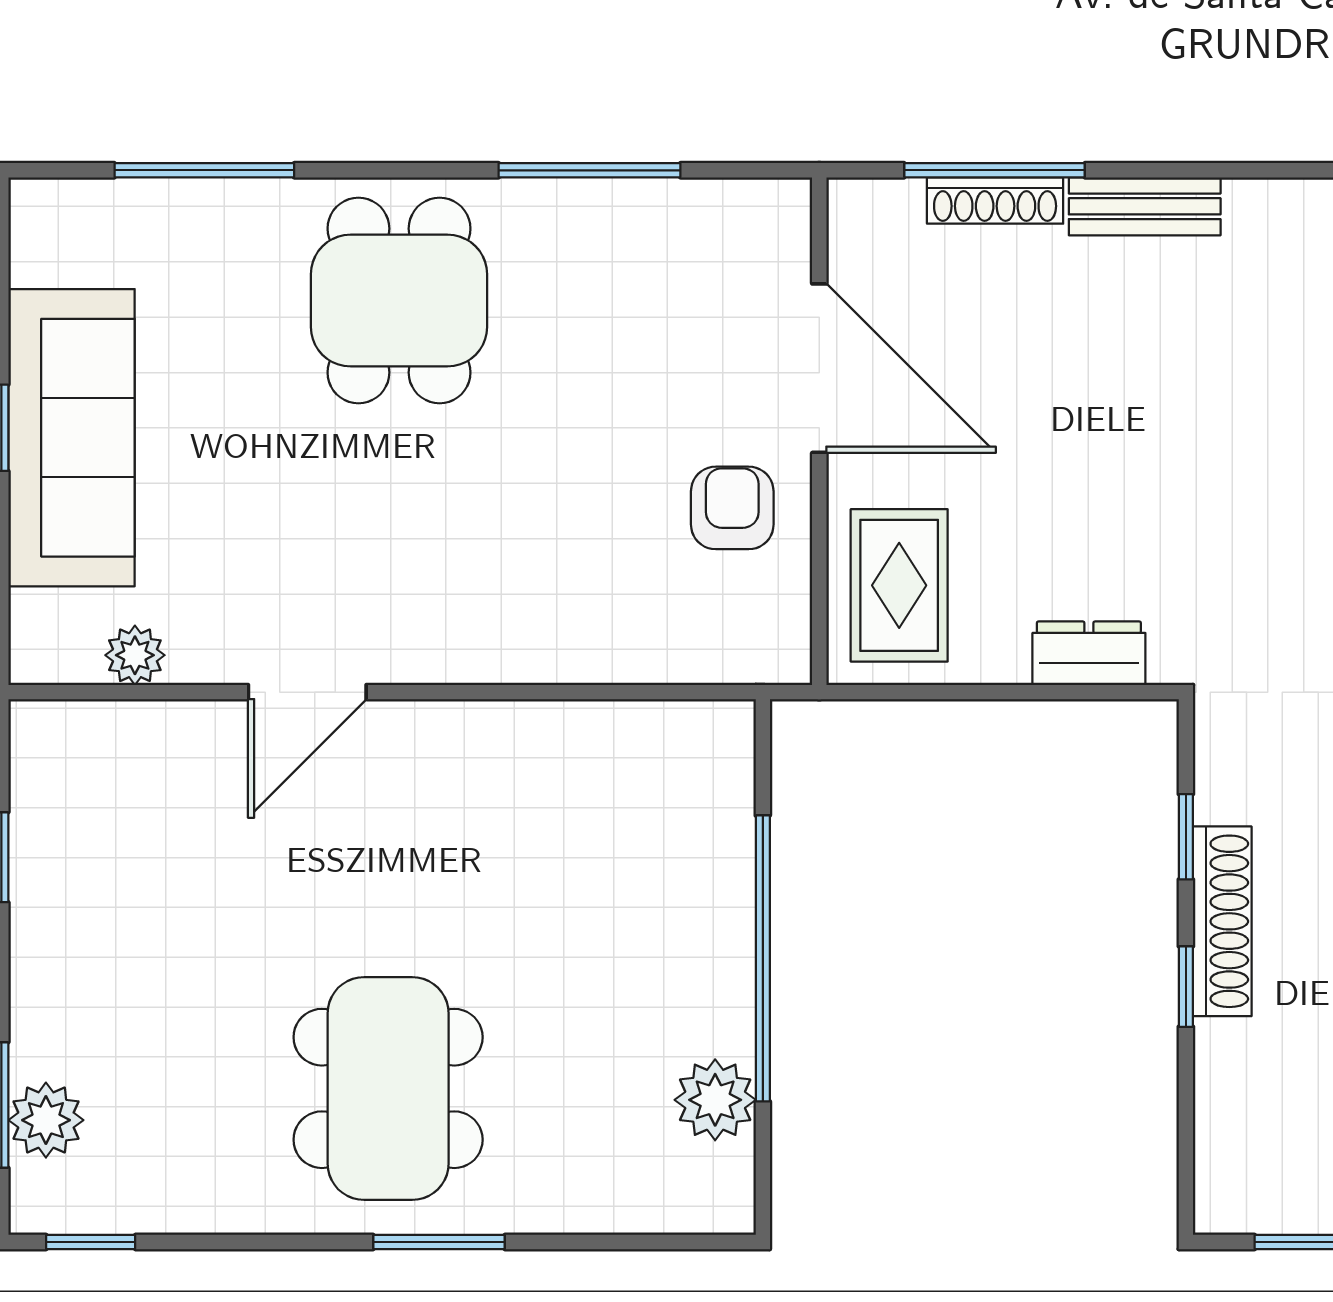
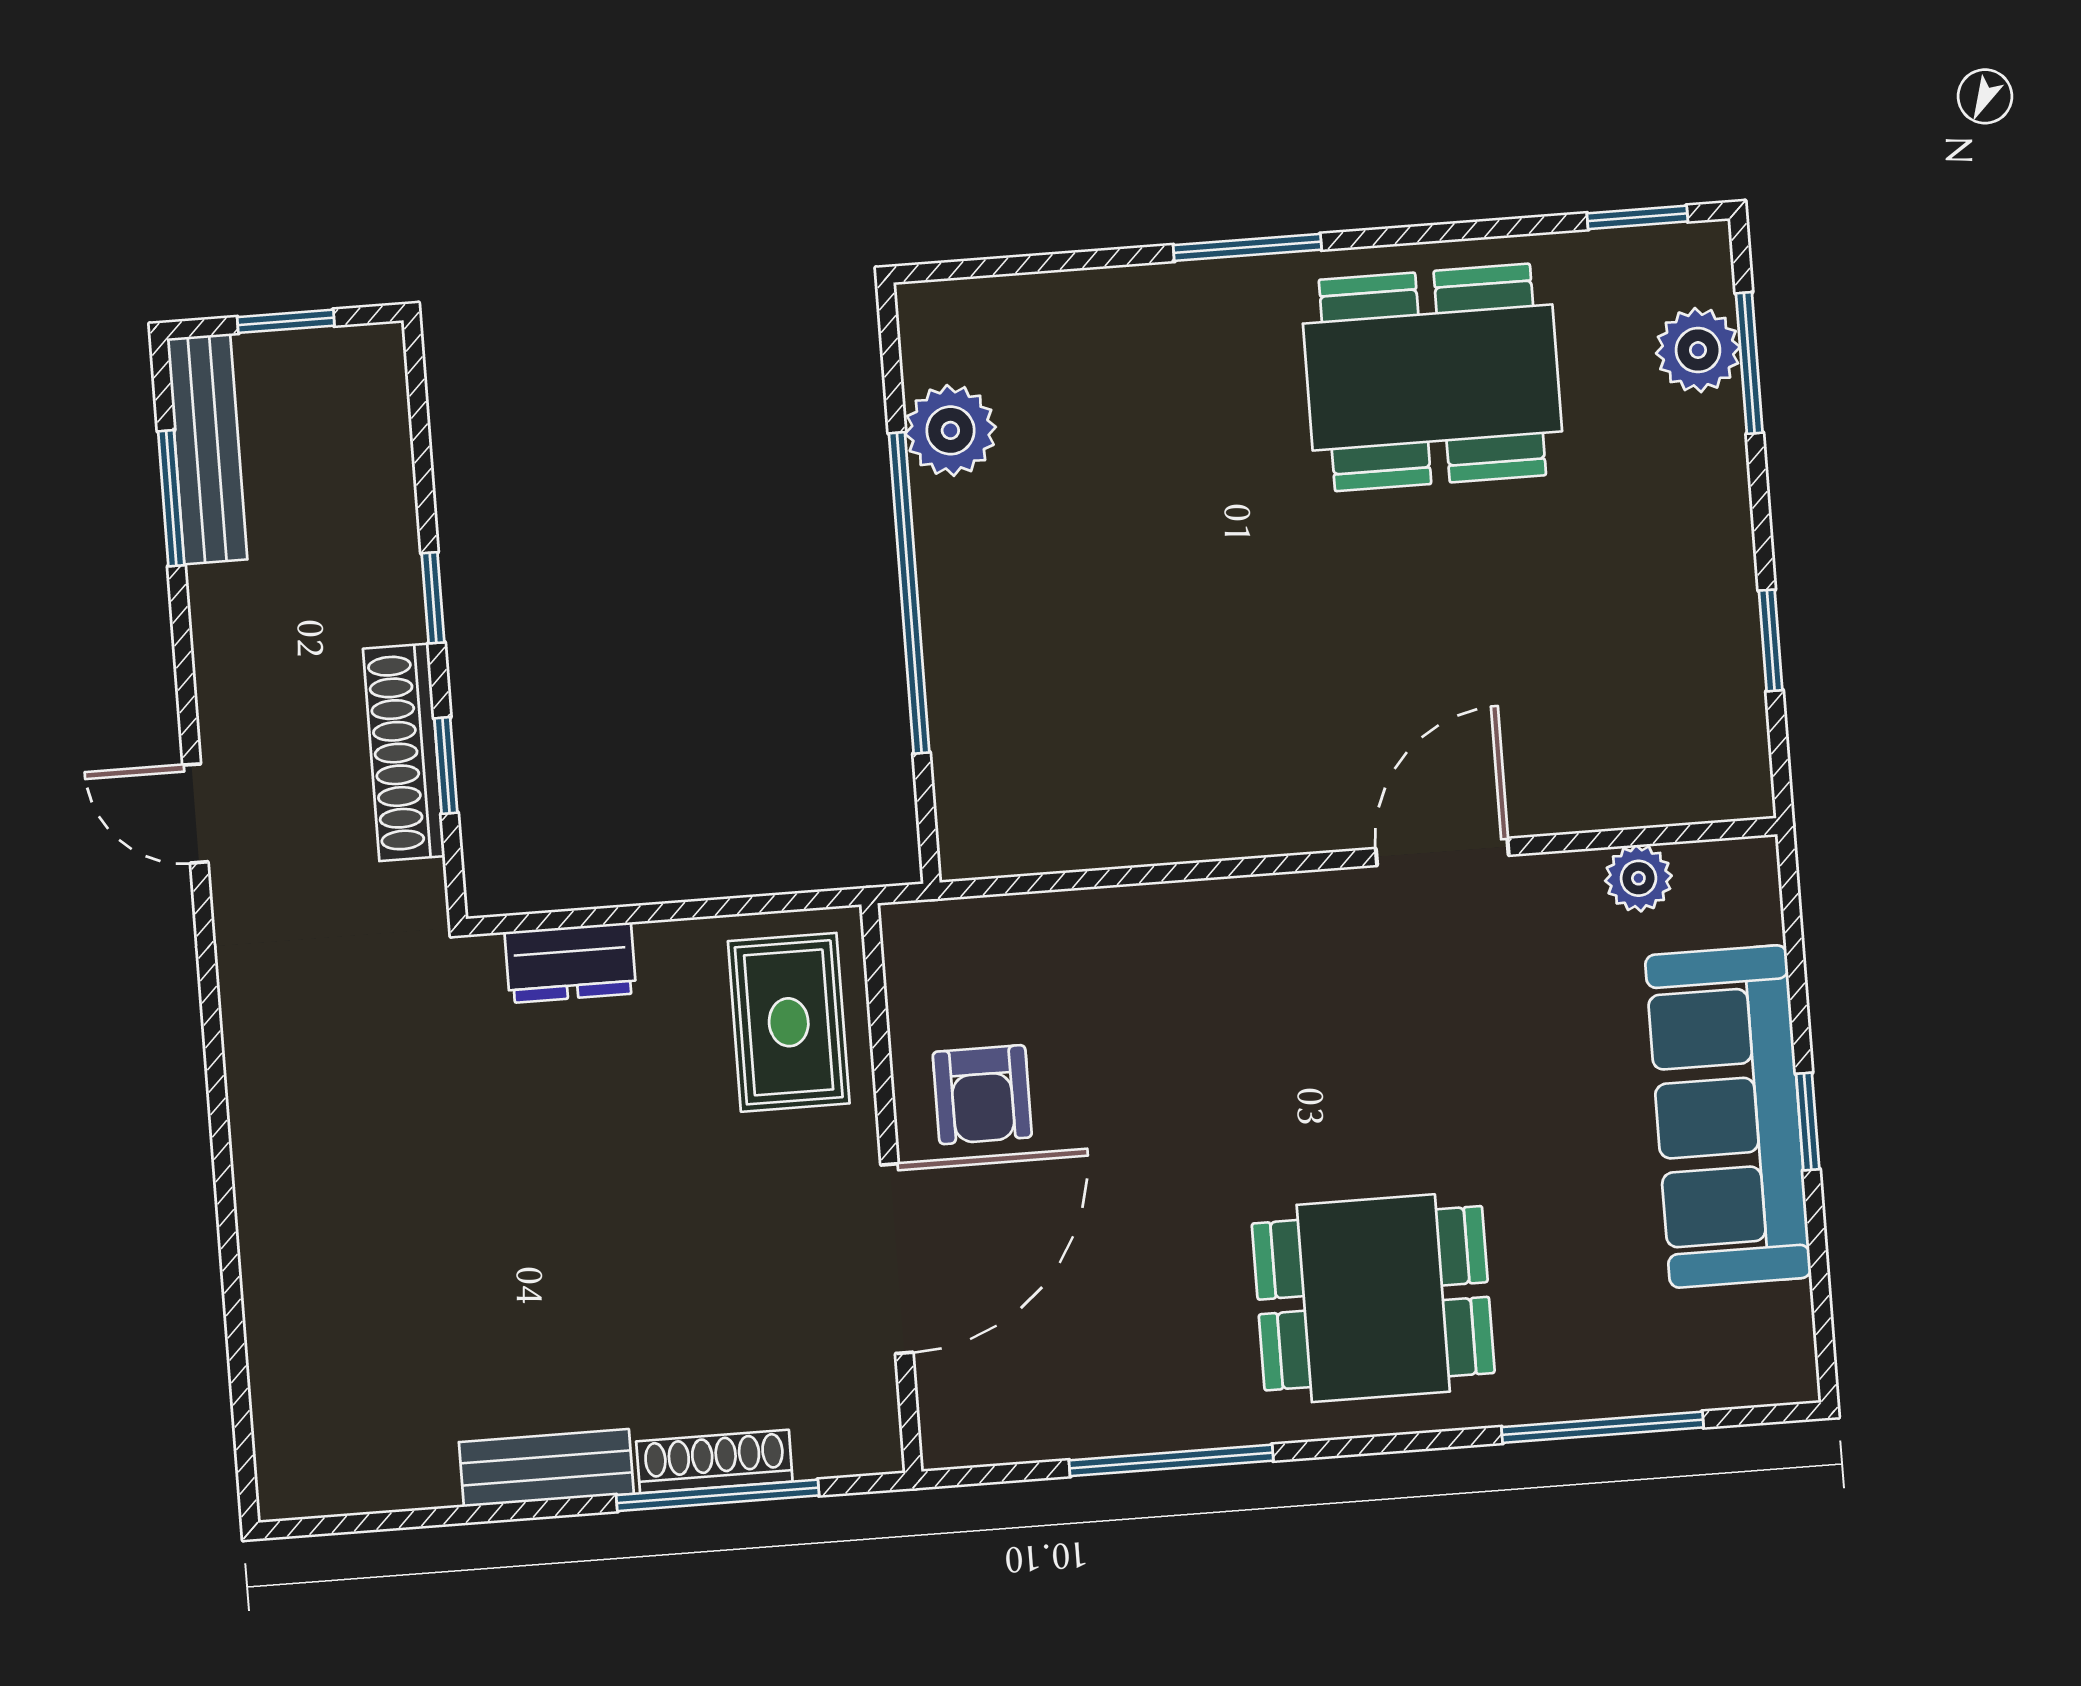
dining table: (399, 301) -> (1373, 1298), turned 90
door: (819, 368) -> (897, 1259), swing flipped
shoe rack: (1222, 921) -> (404, 752), moved
dining table: (388, 1088) -> (1432, 377), moved, turned 90

